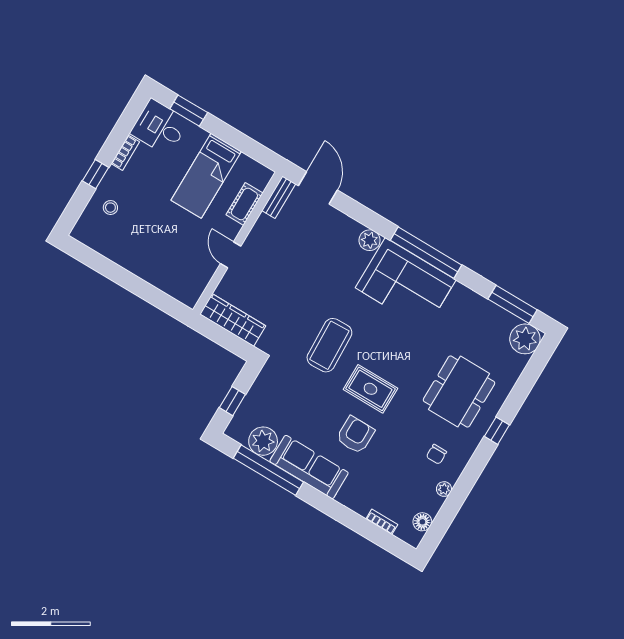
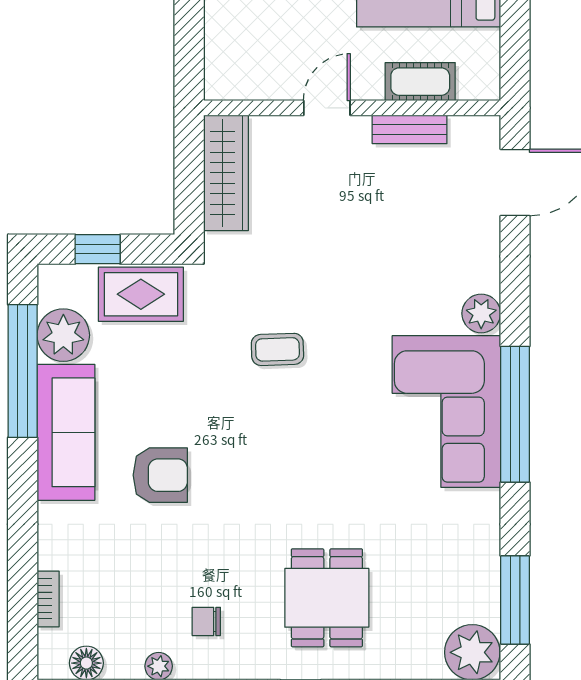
bench: (279, 197) -> (410, 129), moved
coffee table: (329, 345) -> (277, 349), width x0.54, depth x0.58
rug: (370, 389) -> (141, 294), moved, turned 90
dining table: (459, 391) -> (327, 598), width x0.73

